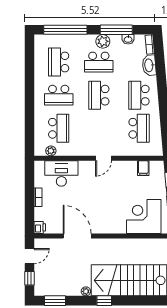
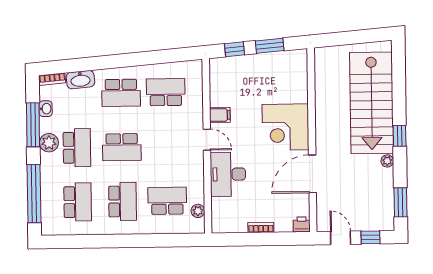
school desk: (59, 62) -> (78, 202), turned -90
filing cabinet: (143, 168) -> (220, 115), moved
desk: (61, 173) -> (228, 174), moved
corner desk: (144, 216) -> (286, 127), moved

